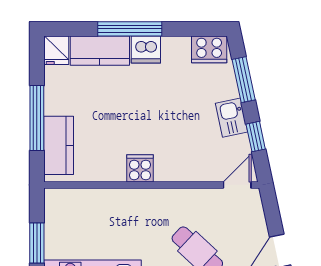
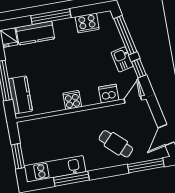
dishwasher: (146, 49) -> (109, 94), moved, turned 180
cooker: (209, 49) -> (87, 23), moved
window: (244, 80) -> (125, 35), width x1.44

